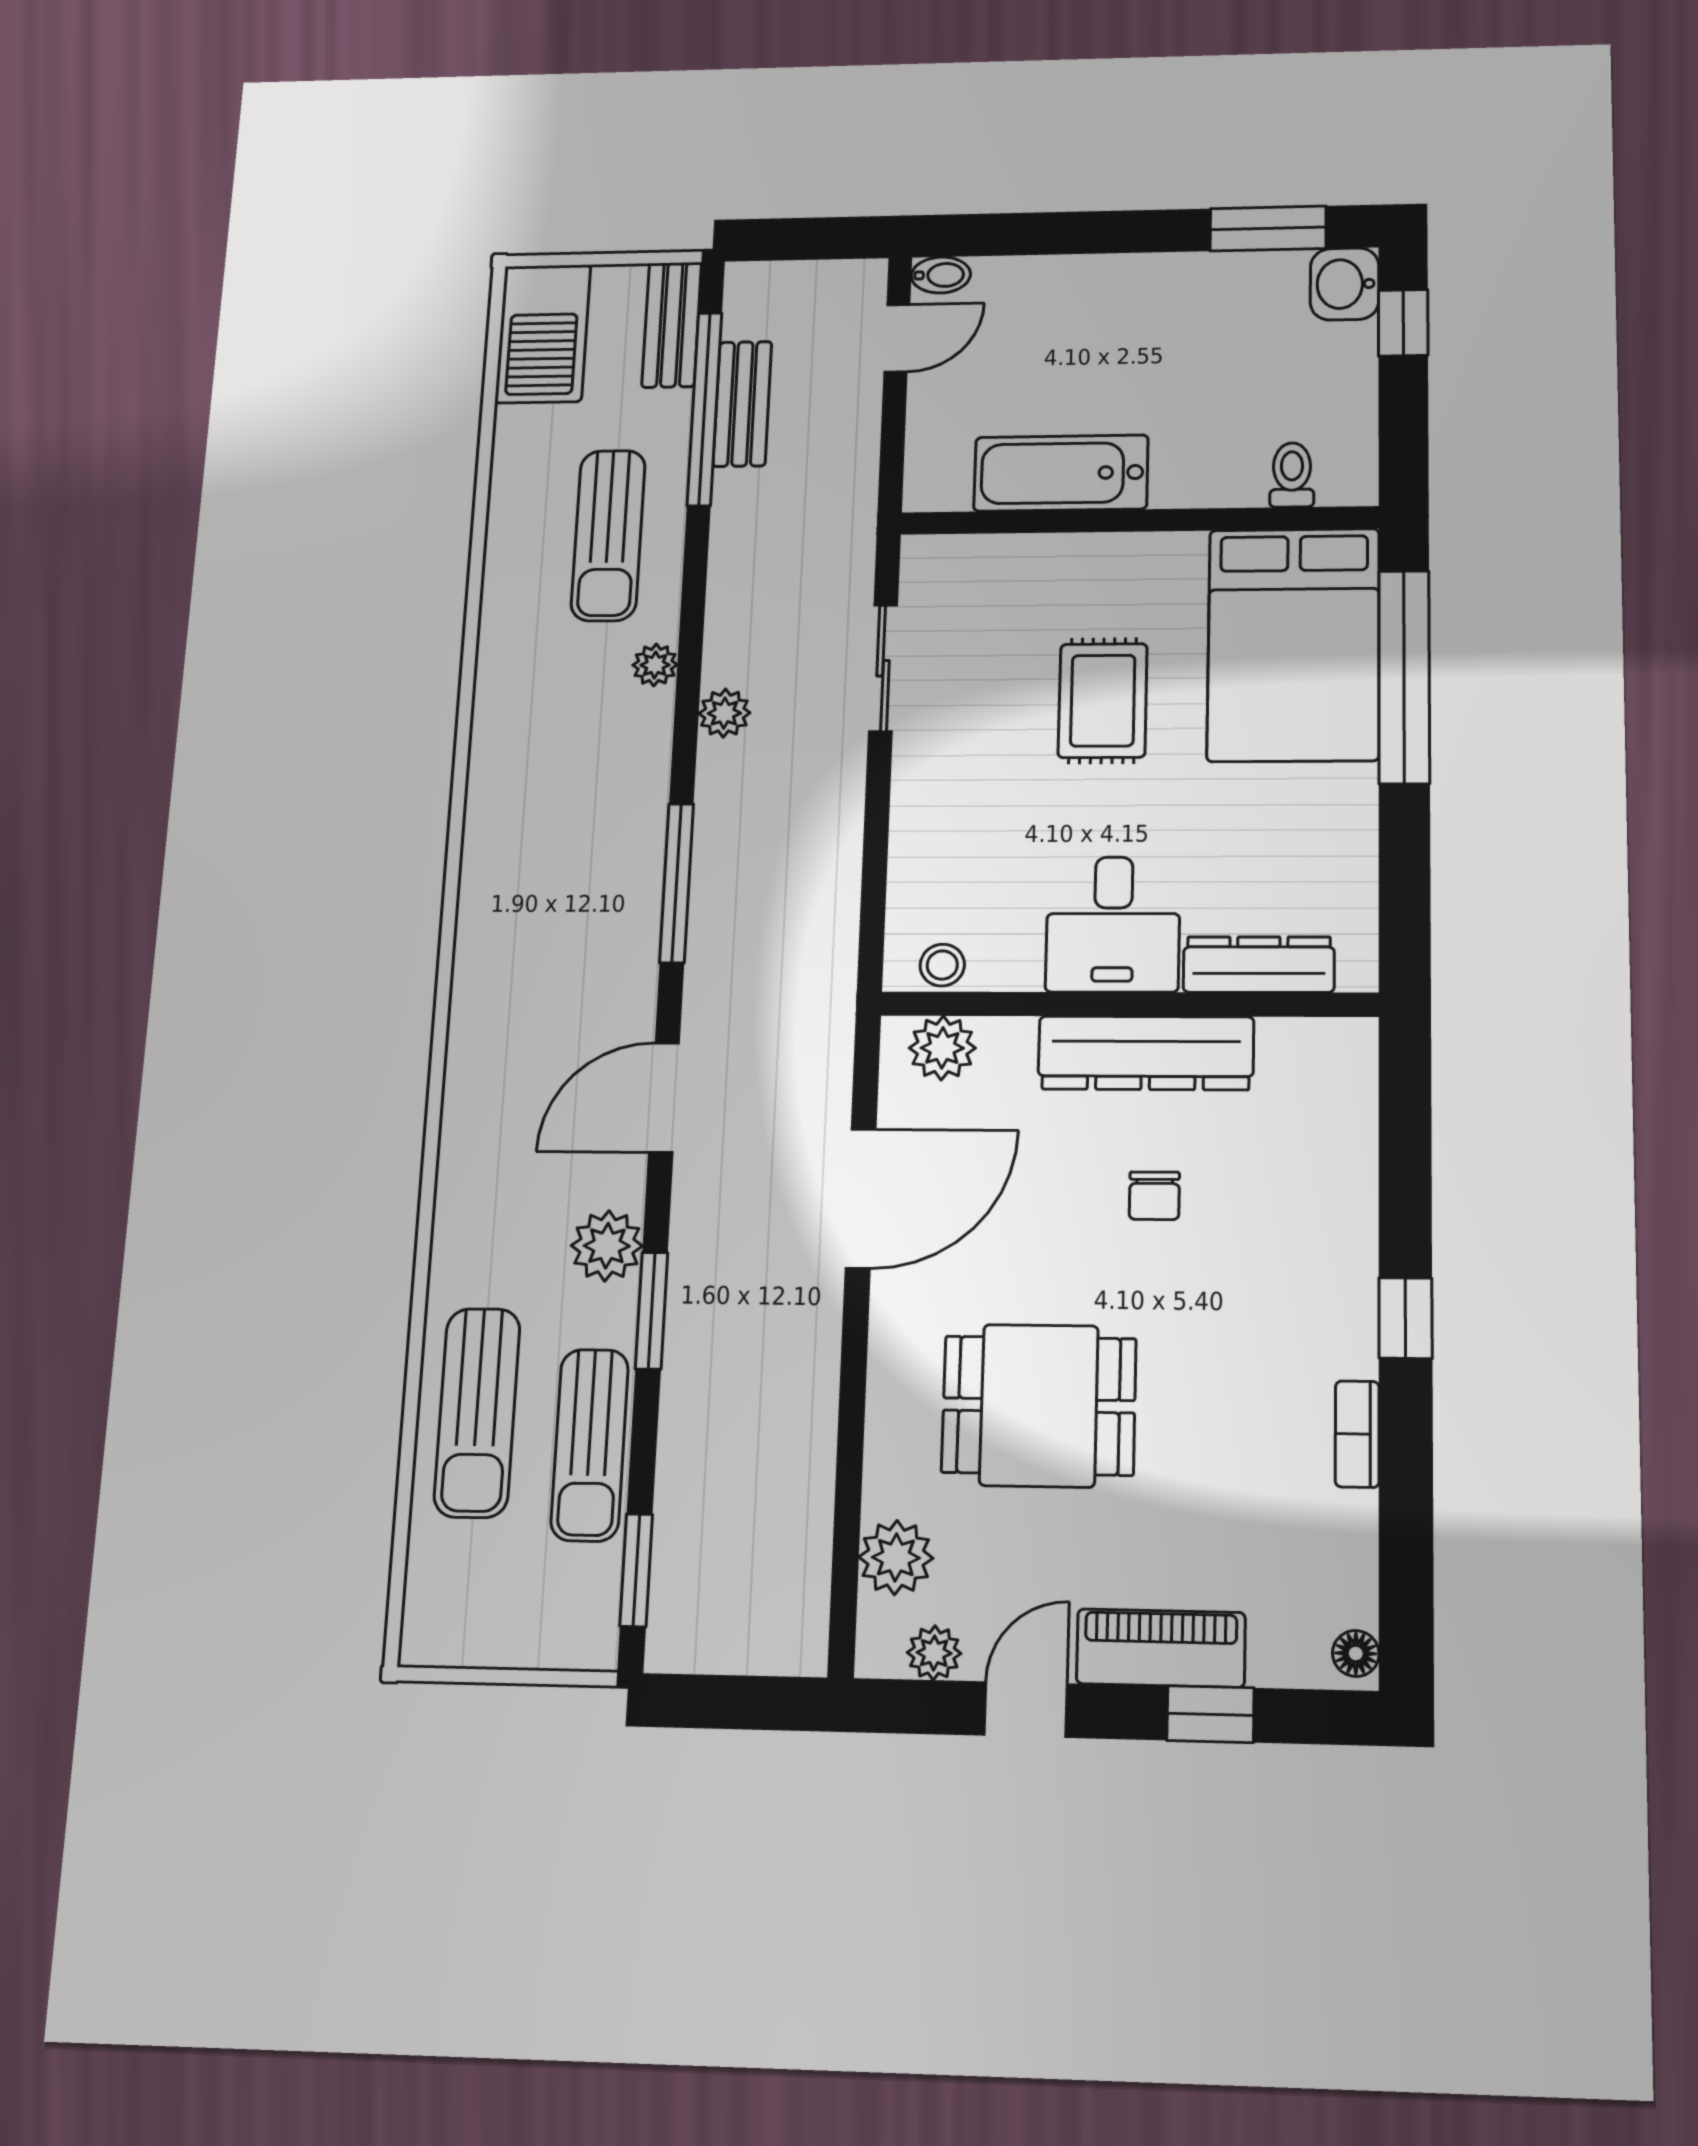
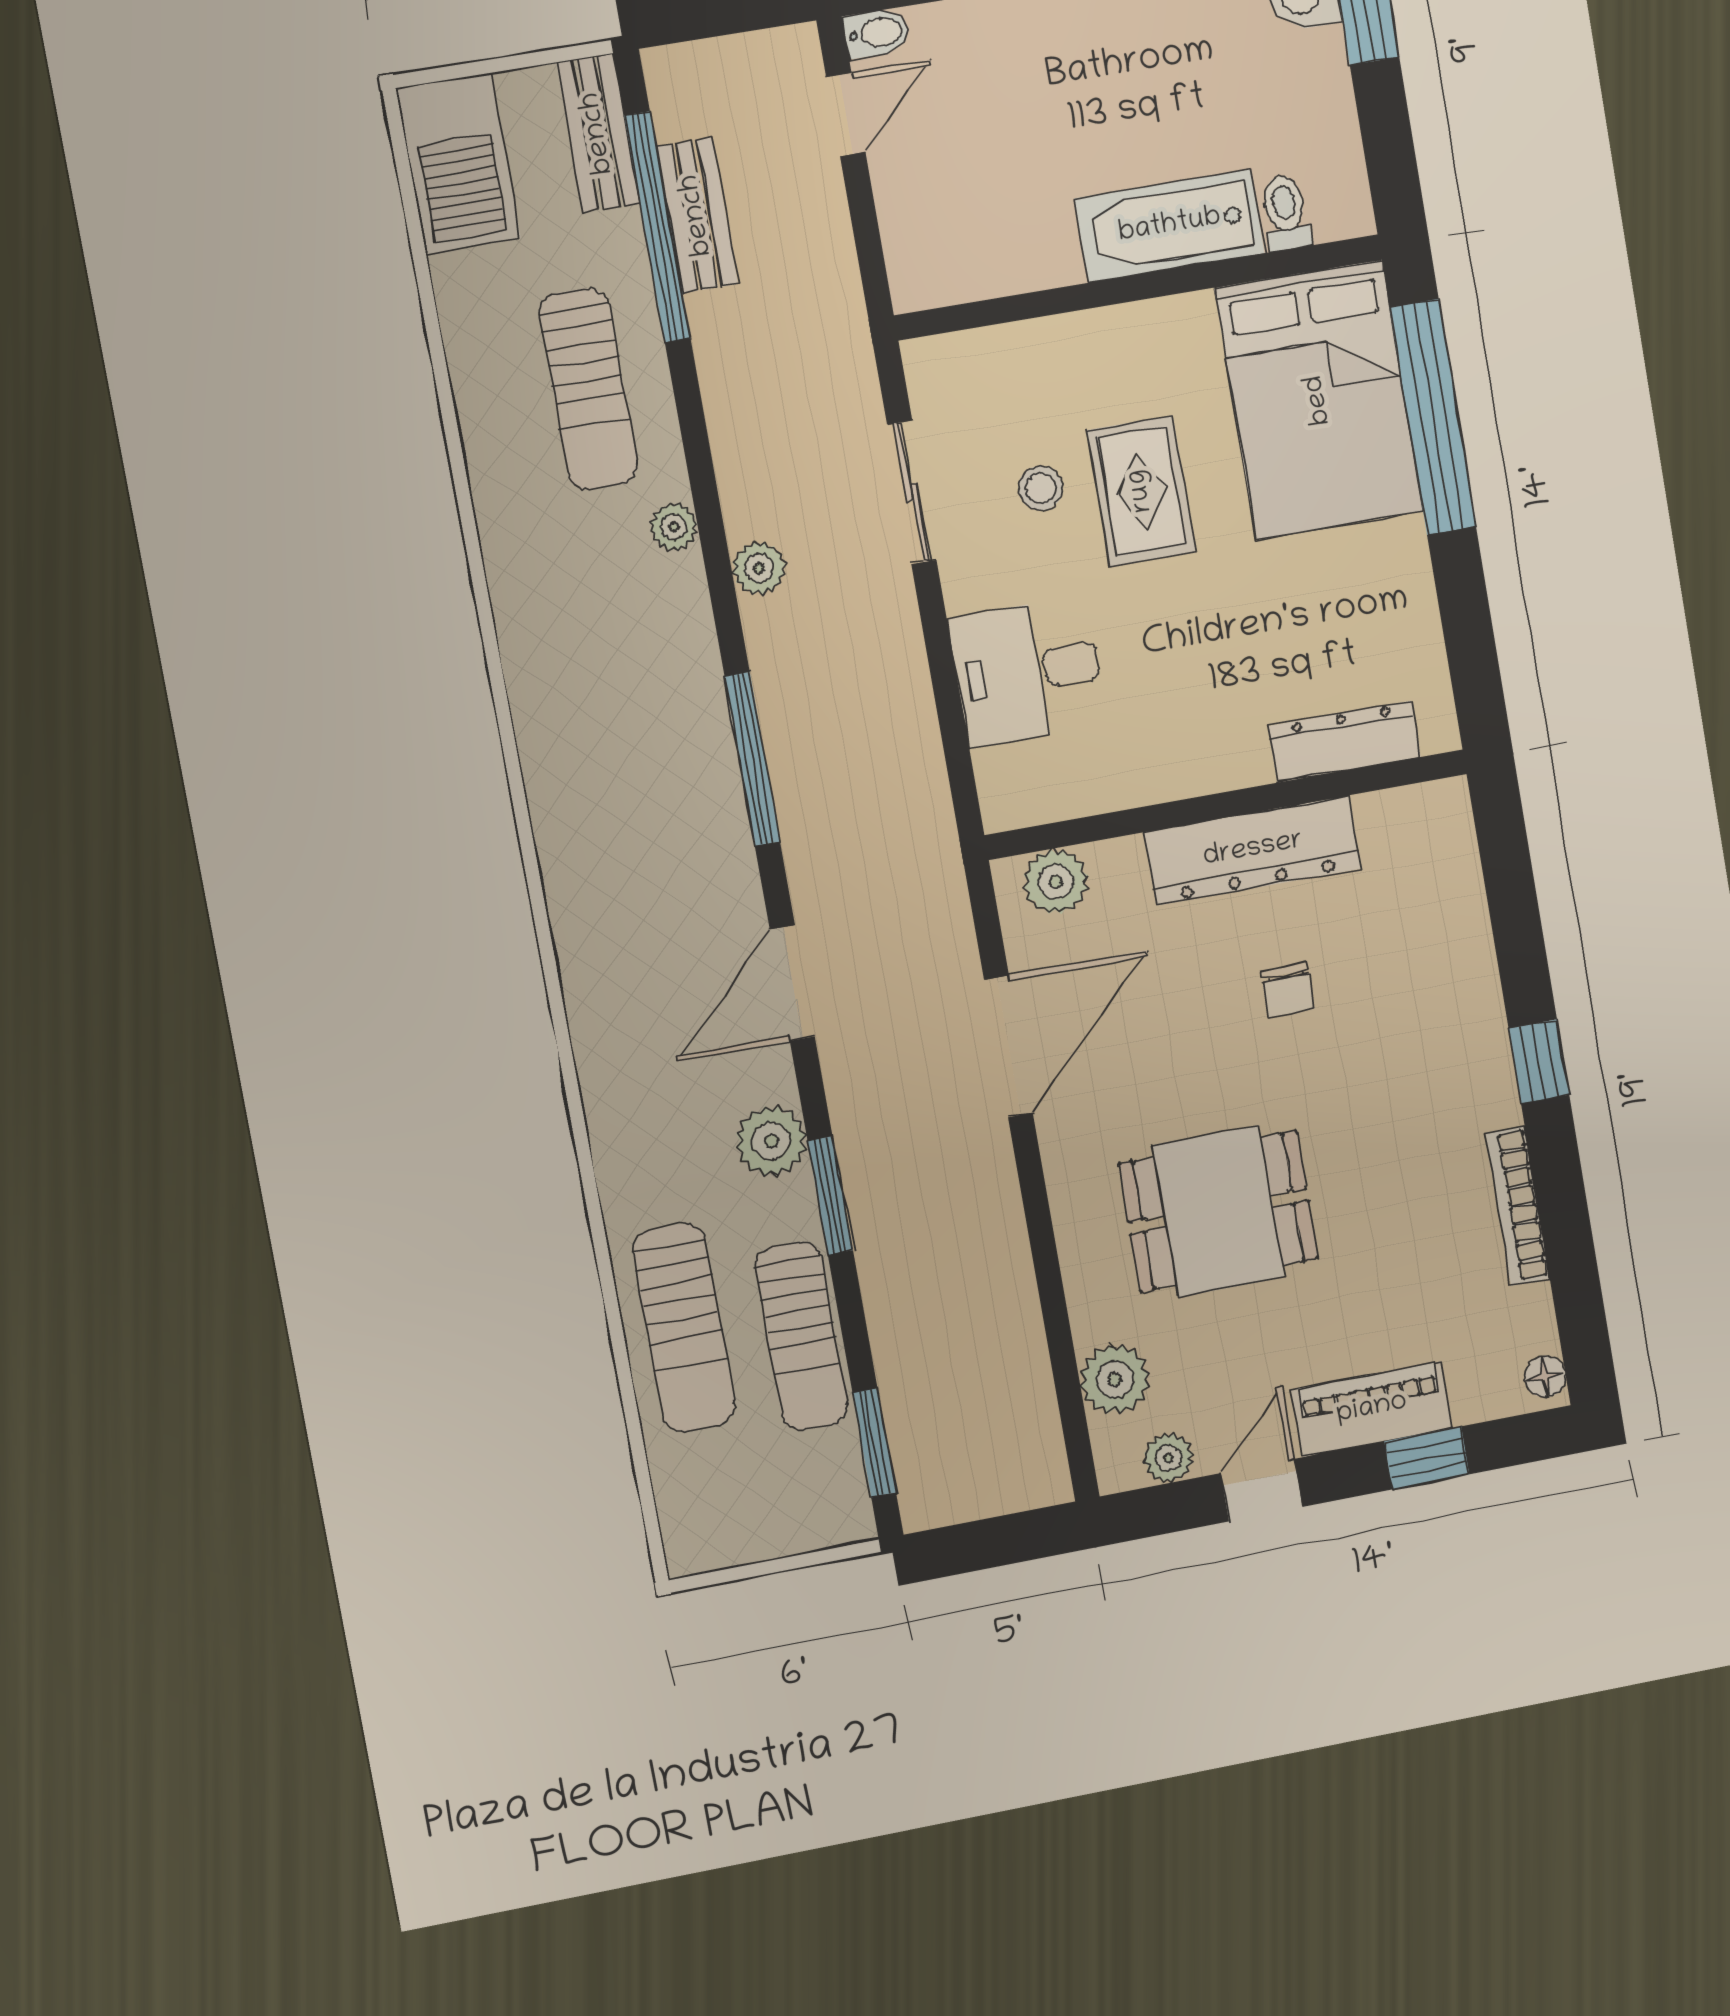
bathtub: (1061, 473) -> (1170, 226), moved
desk: (1113, 924) -> (1028, 672), moved, turned 90
stool: (942, 965) -> (1041, 488), moved
bookcase: (1357, 1434) -> (1518, 1206), width x1.56

